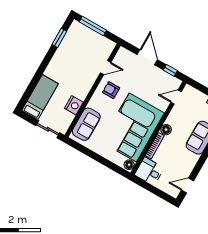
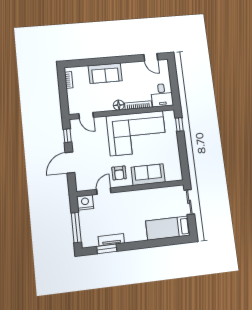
tv unit: (64, 46) -> (111, 240), added
door: (106, 68) -> (104, 191), hinge flipped
nightstand: (74, 105) -> (85, 202), moved
sofa: (86, 124) -> (148, 175), moved
floor lamp: (129, 165) -> (169, 115), removed
window: (115, 168) -> (179, 124), added

